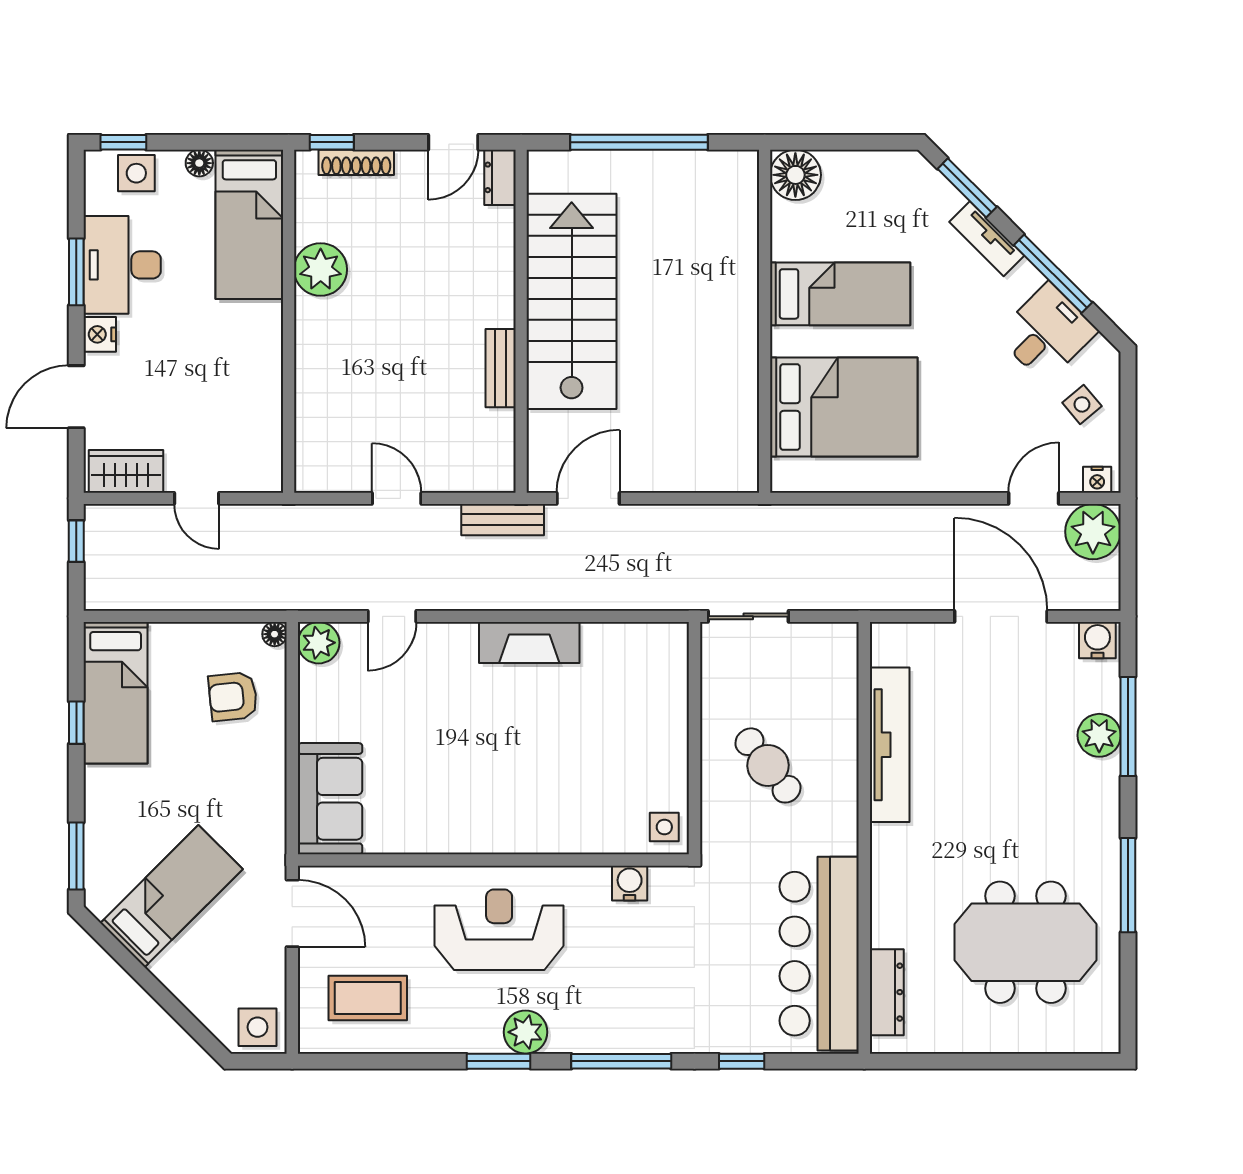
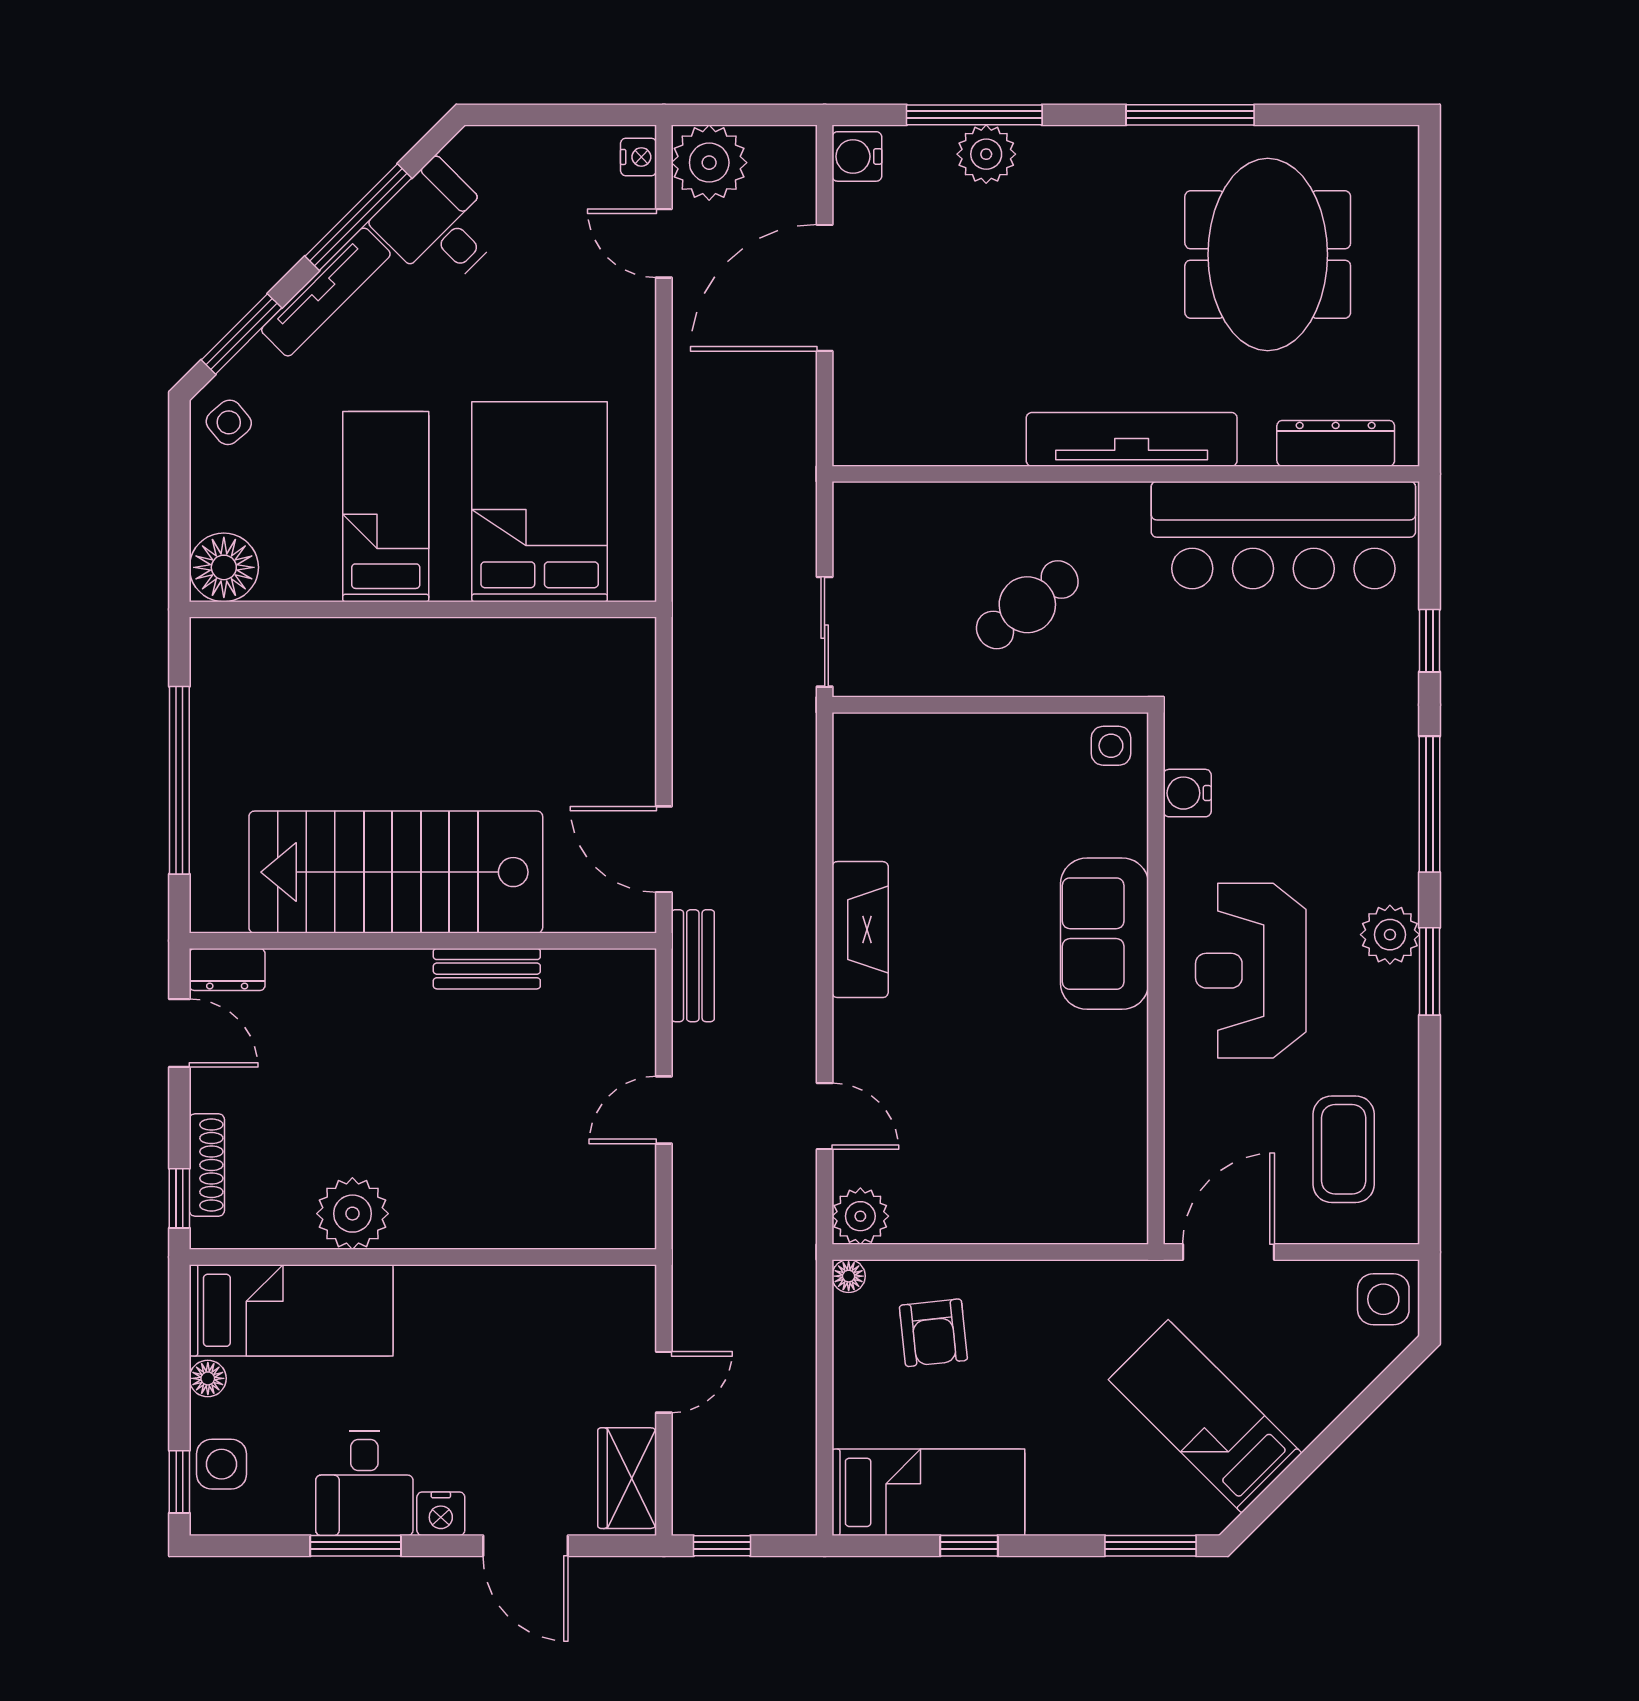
tv unit: (987, 239) -> (326, 292), width x1.41
desk: (122, 265) -> (364, 1483), width x0.73
side table: (1082, 404) -> (229, 422), moved
tv unit: (890, 745) -> (1132, 439), moved
sofa: (330, 799) -> (1105, 934), moved, turned -90

